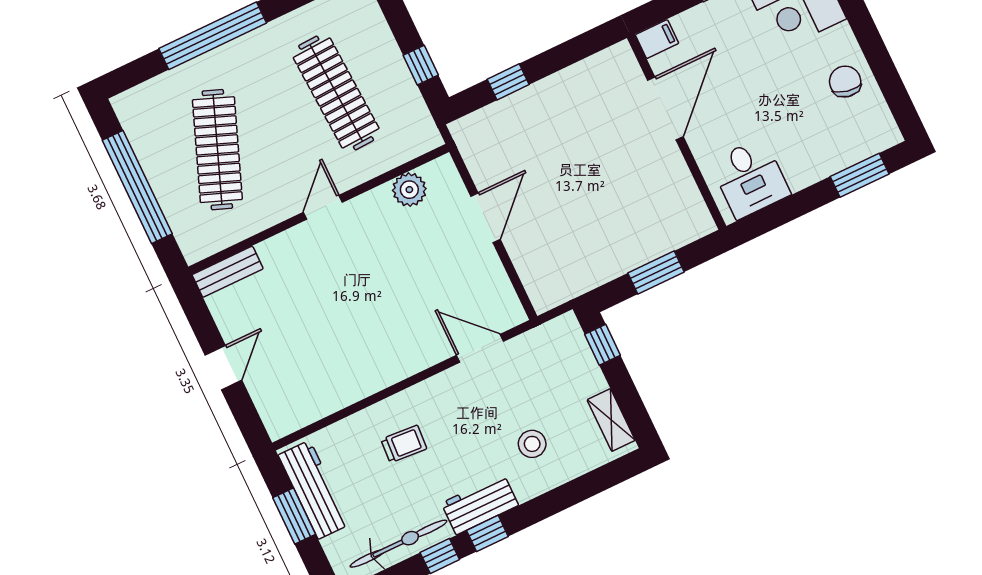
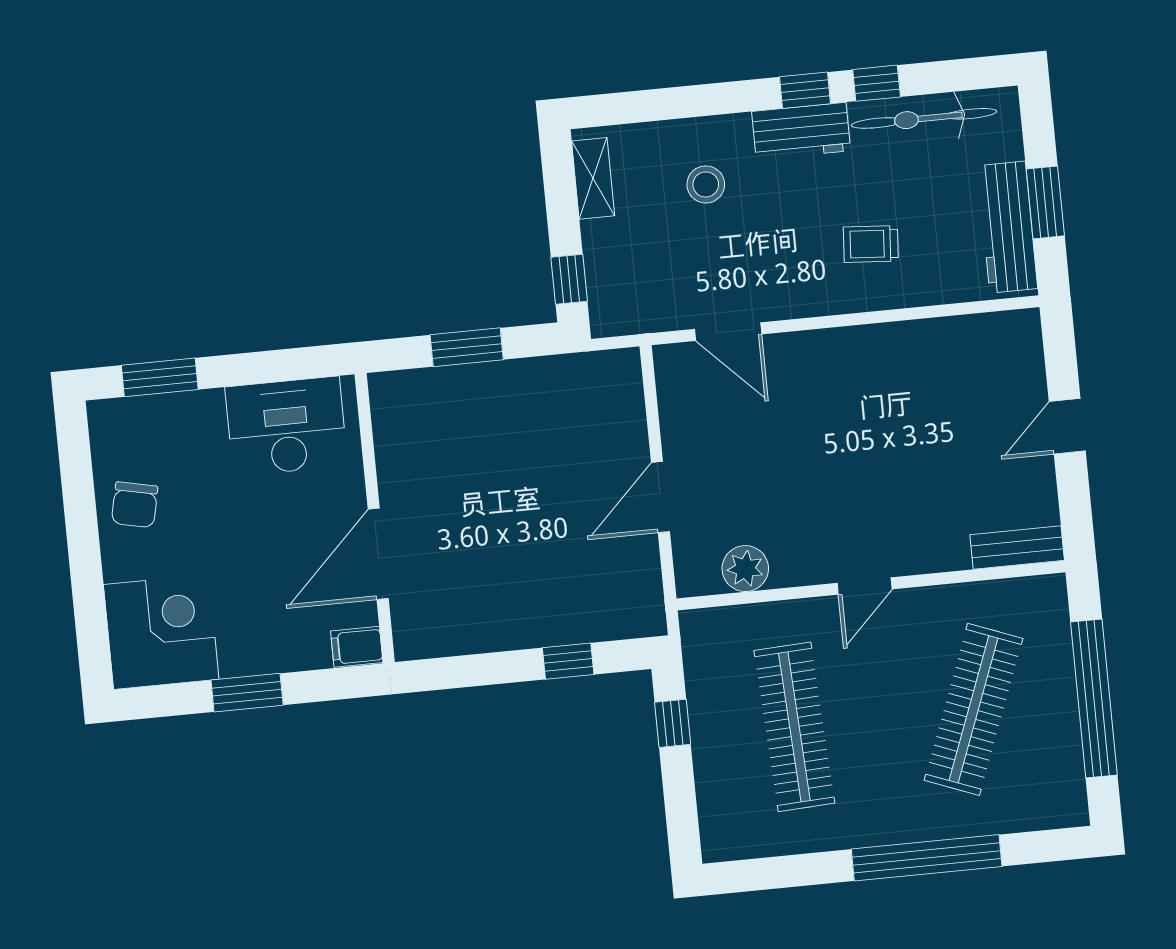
desk: (750, 178) -> (286, 426), width x1.37

